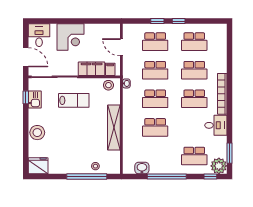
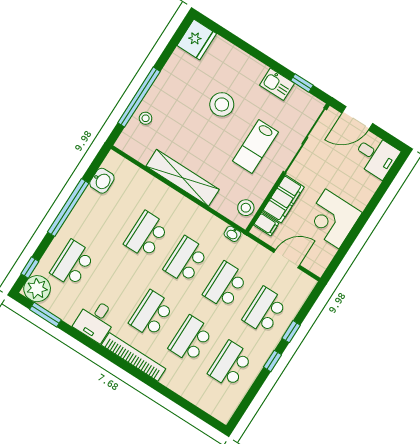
corner desk: (71, 37) -> (332, 219), moved
kitchen sink: (35, 100) -> (277, 84), moved
stool: (37, 133) -> (222, 104), moved

